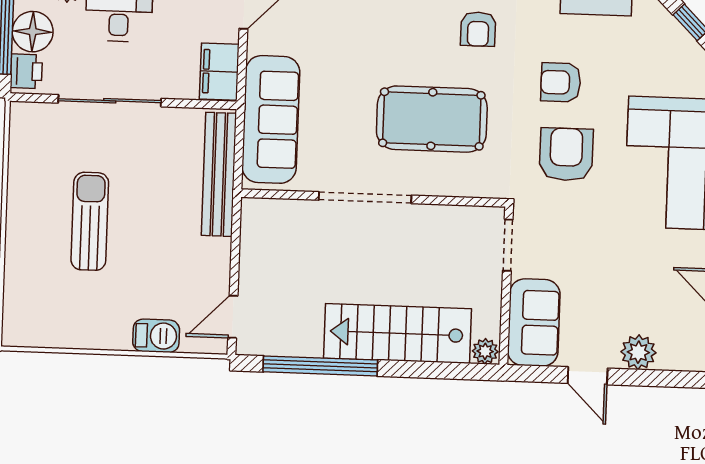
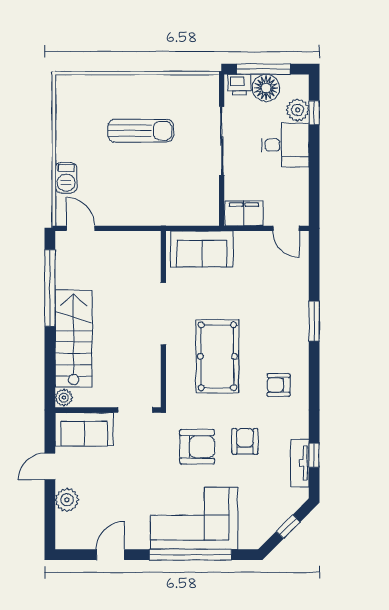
sofa: (271, 119) -> (202, 249), width x0.73
bench: (219, 174) -> (175, 216), removed

